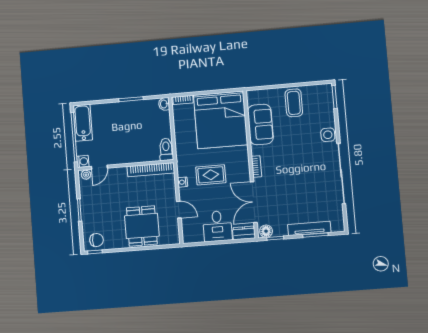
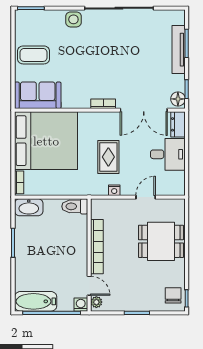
washbasin: (164, 104) -> (29, 207), width x1.91, depth x1.45
sofa: (260, 124) -> (38, 95), moved
bookcase: (151, 170) -> (97, 247), moved

